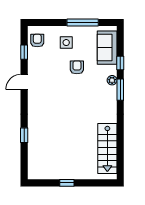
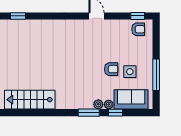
side table: (66, 43) -> (130, 72), moved
window: (24, 52) -> (138, 16), moved
plant: (112, 70) -> (109, 104), added
window: (24, 135) -> (18, 16), moved

